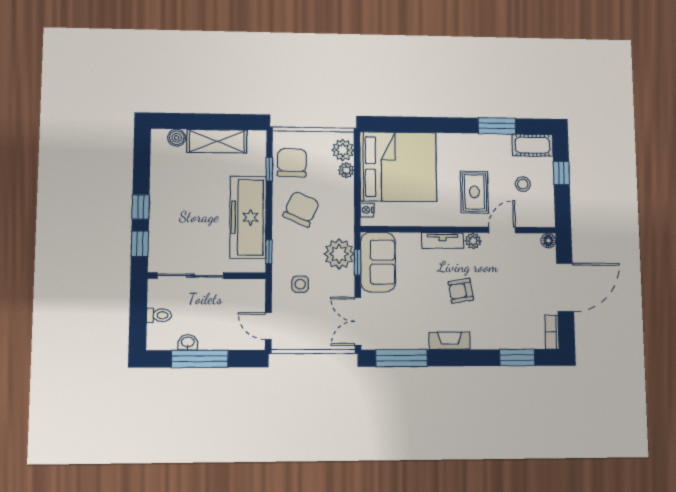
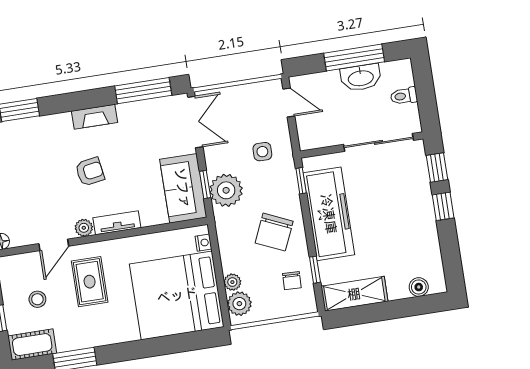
shelving: (217, 141) -> (354, 294), moved
chair: (292, 163) -> (292, 281), width x0.54, depth x0.54
washbasin: (188, 342) -> (361, 78), width x1.91, depth x1.45

